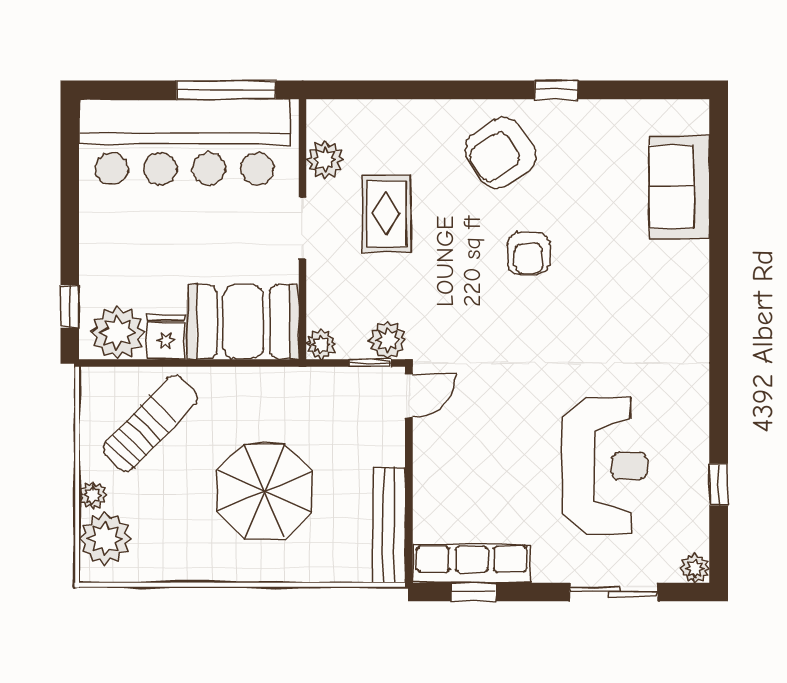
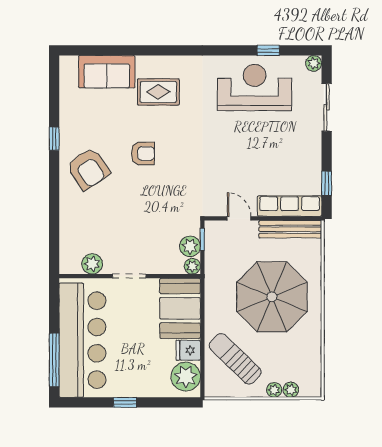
window: (226, 90) -> (54, 360), moved
rug: (386, 214) -> (158, 92), moved
window: (70, 306) -> (125, 402), moved
plant: (387, 340) -> (190, 246), moved
door: (409, 396) -> (239, 218), moved
reception desk: (605, 466) -> (255, 87), moved
parasol: (264, 491) -> (272, 297), width x1.36, depth x1.36
plant: (105, 538) -> (291, 390), width x0.53, depth x0.53
row of seats: (472, 564) -> (290, 206), moved, turned 90

